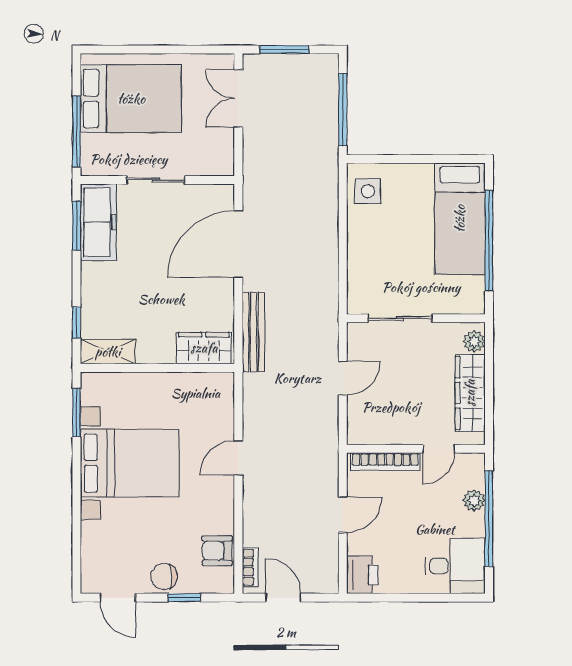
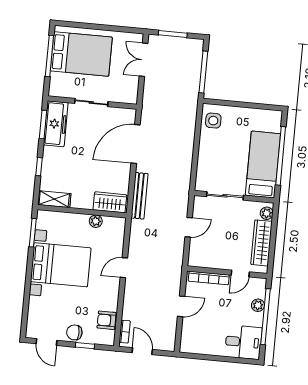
window: (77, 132) -> (49, 56), moved
bed: (460, 219) -> (263, 165), moved, turned 180
window: (77, 323) -> (39, 167), moved
plant: (183, 383) -> (96, 221), added
printer: (362, 575) -> (189, 342), removed

